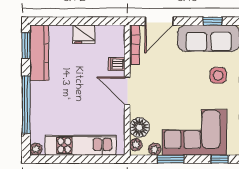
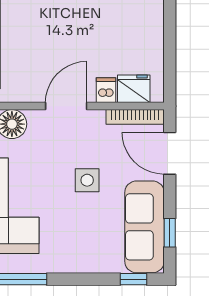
fridge: (84, 34) -> (134, 89), moved, turned 90
side table: (218, 75) -> (87, 180), moved

